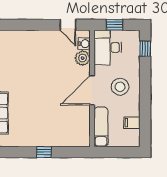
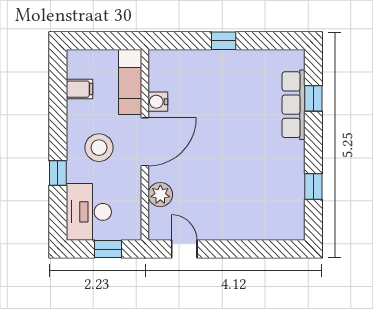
water cooler: (84, 44) -> (158, 102), moved
desk: (108, 47) -> (89, 212), moved, turned 180
window: (145, 49) -> (58, 173), moved

